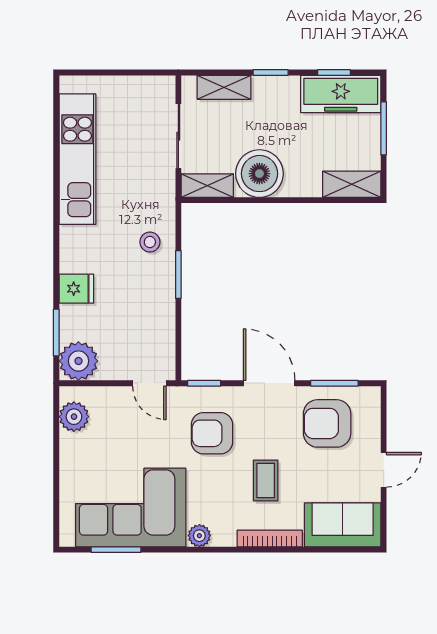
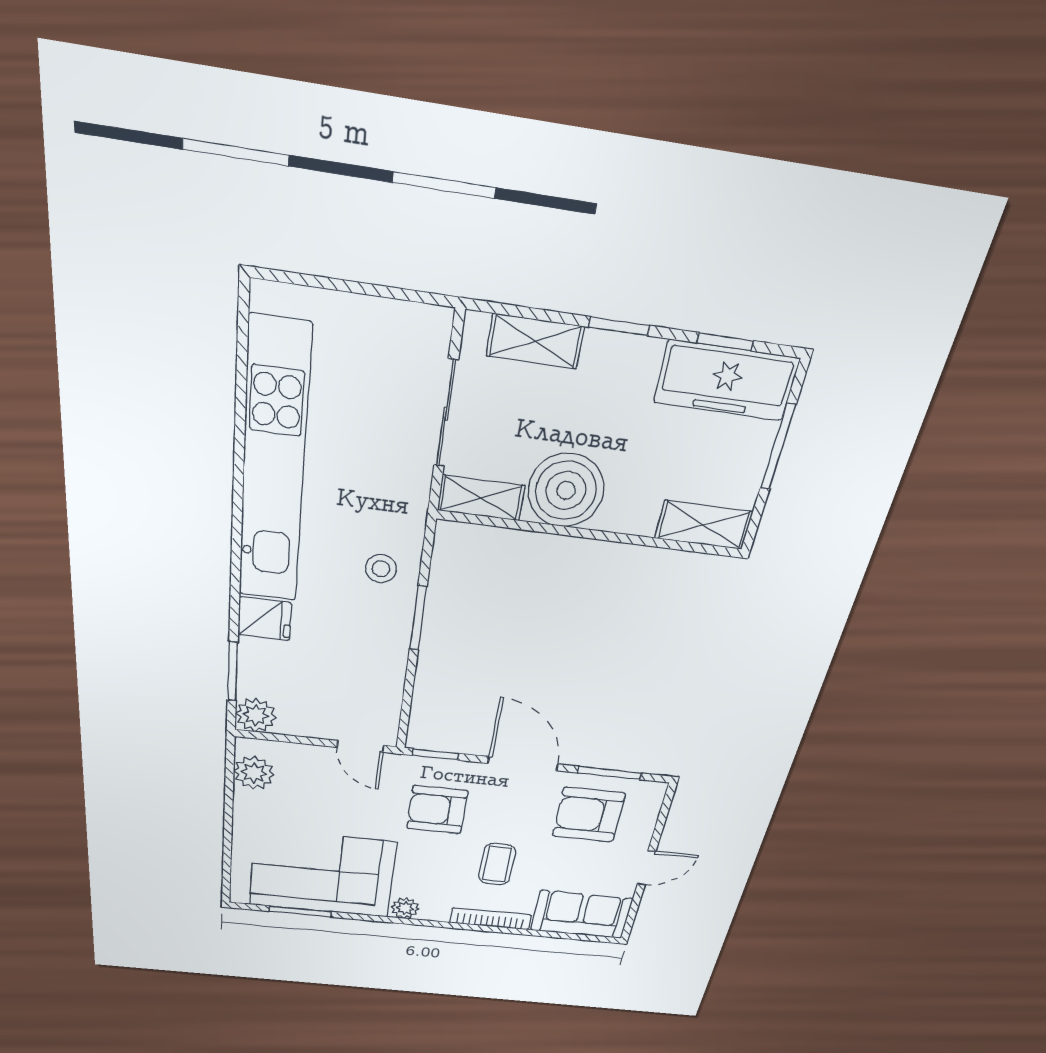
kitchen unit: (77, 159) -> (274, 467), width x1.36
plant: (78, 361) -> (256, 715), width x0.73, depth x0.73

